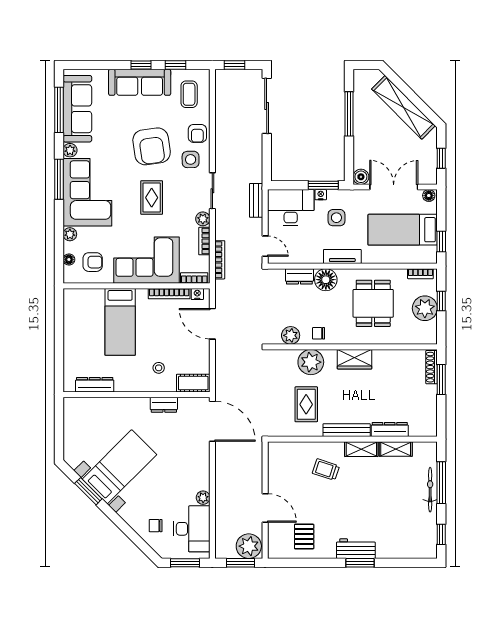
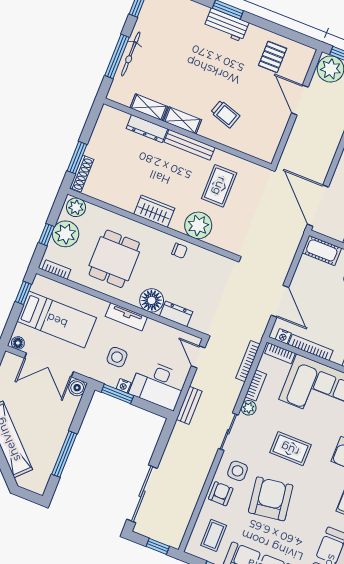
rug: (152, 198) -> (290, 449), turned 90
plant: (291, 335) -> (76, 207), moved

